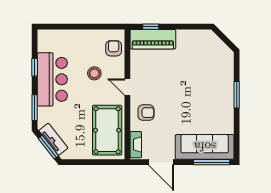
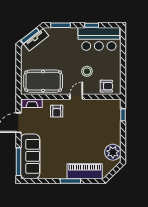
piano: (153, 39) -> (85, 171), moved, turned 90
plant: (199, 40) -> (113, 152), added
bar counter: (52, 79) -> (99, 39), moved

